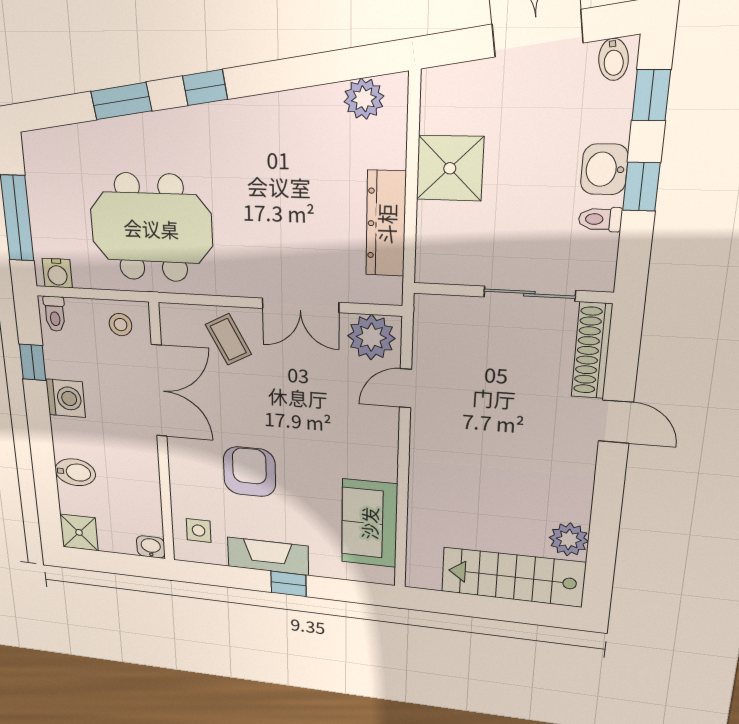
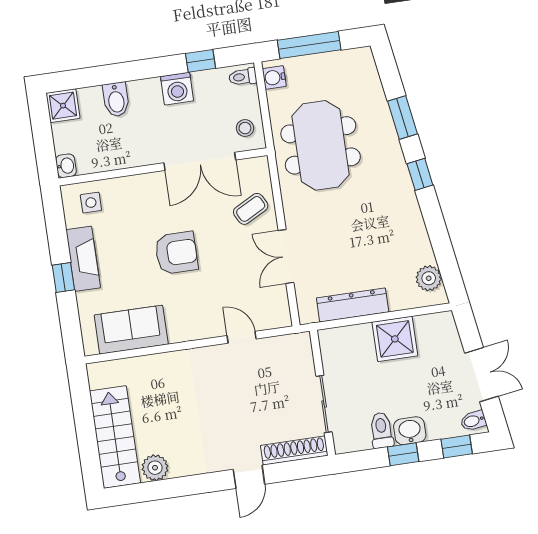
toilet: (600, 219) -> (381, 430), width x1.37, depth x1.39
plant: (371, 337) -> (273, 308), removed
armchair: (249, 472) -> (176, 253), moved

